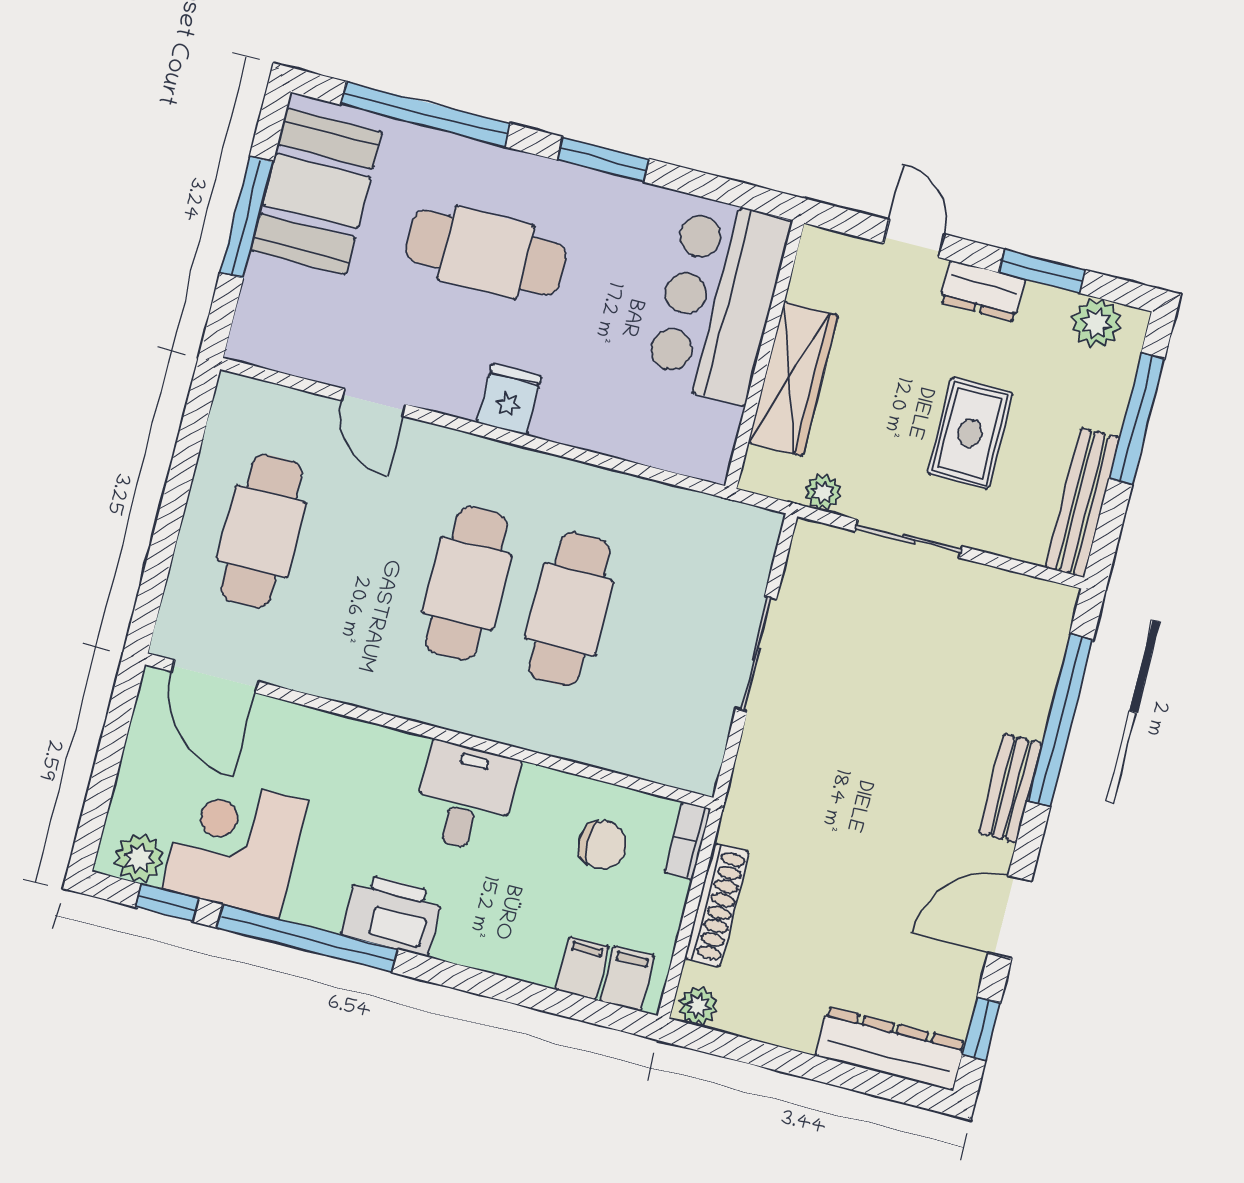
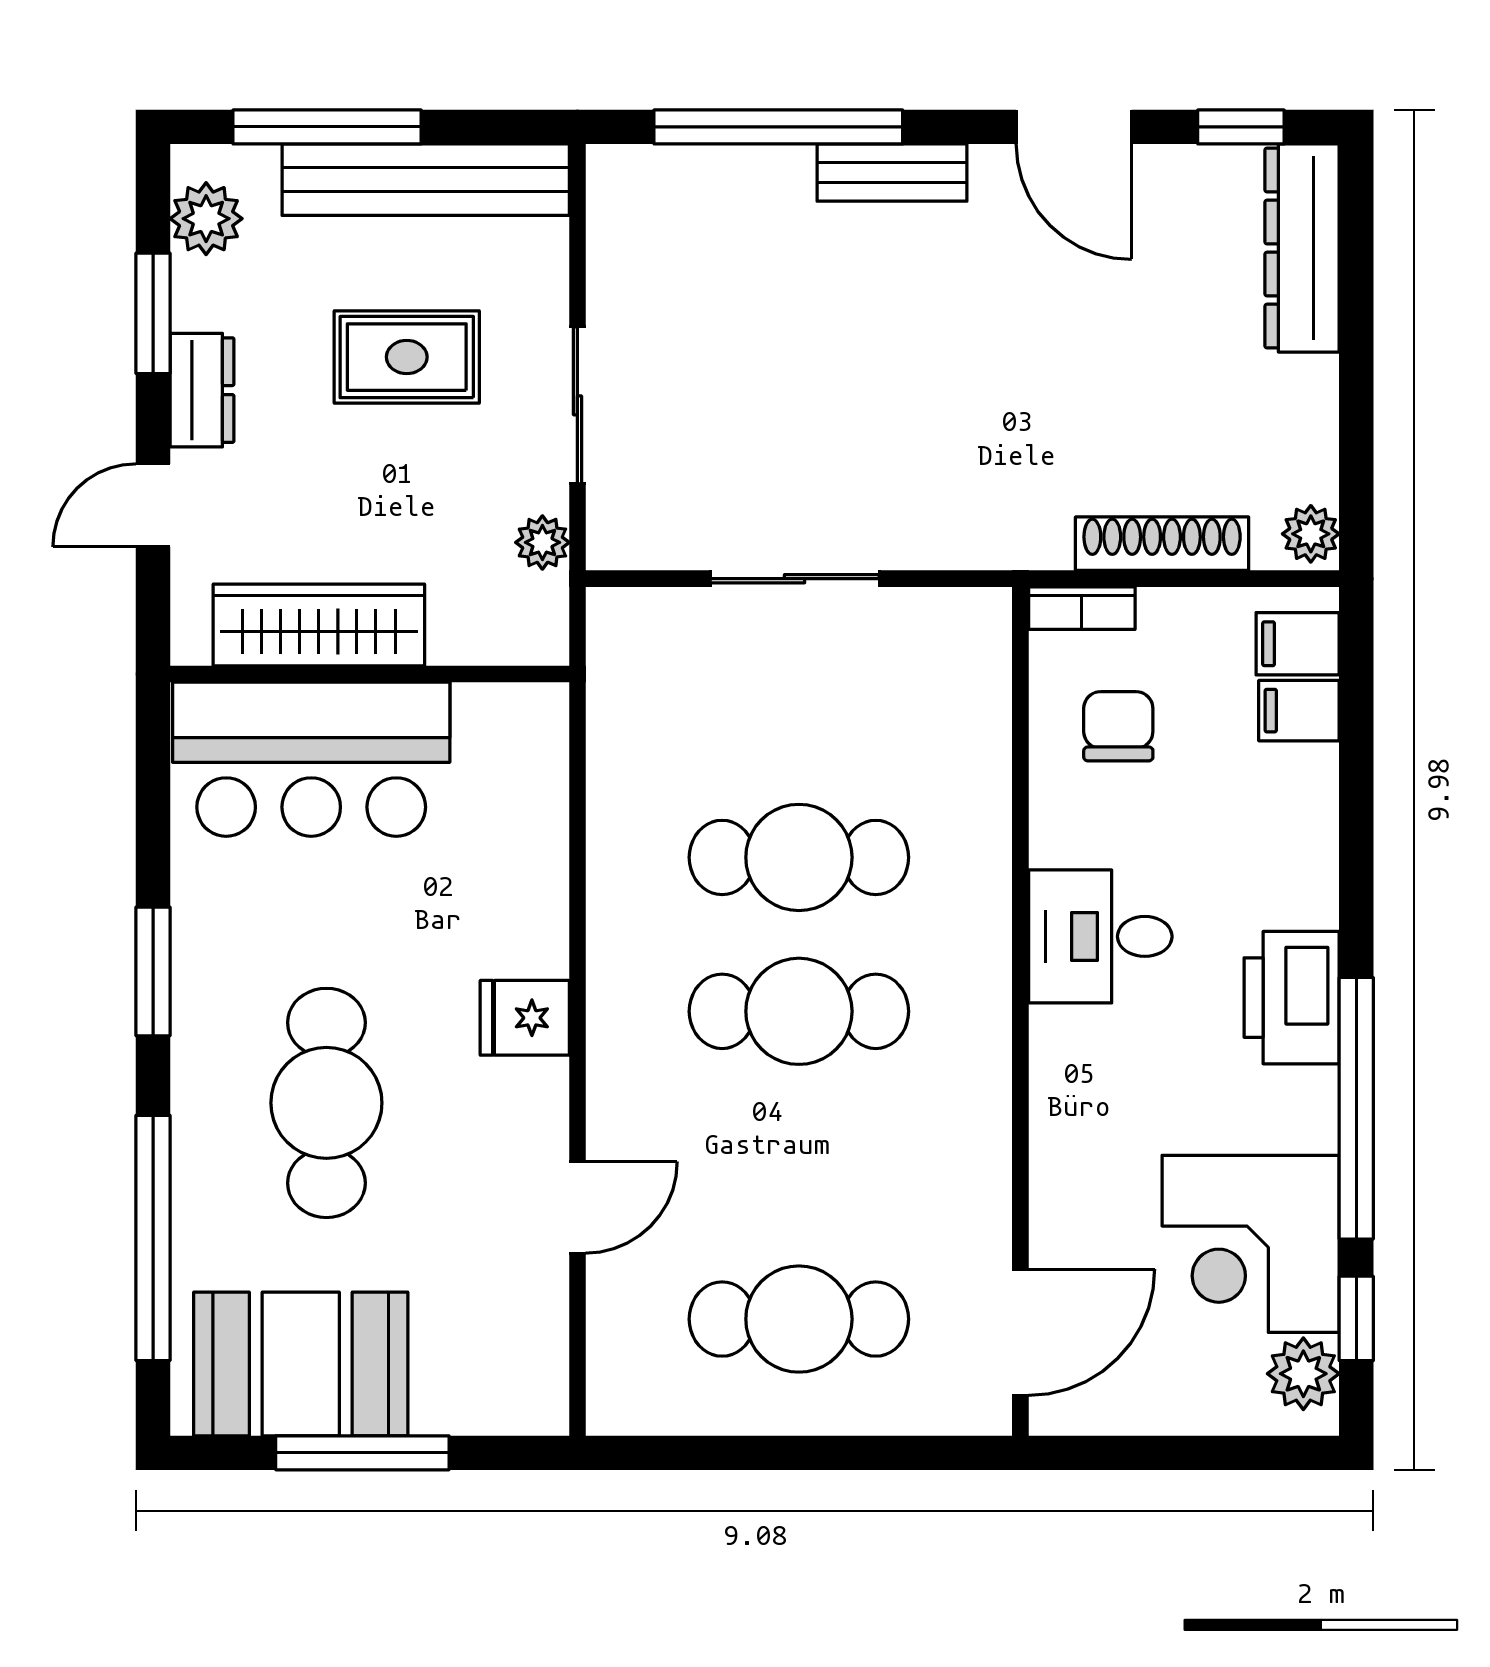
wardrobe: (793, 379) -> (319, 625), moved
bench: (1082, 503) -> (426, 180), width x1.37, depth x1.21

